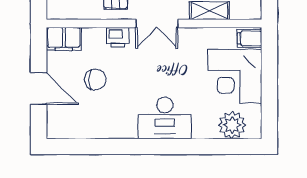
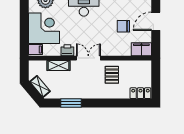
printer: (118, 37) -> (67, 50), moved
door: (39, 88) -> (156, 21), hinge flipped

